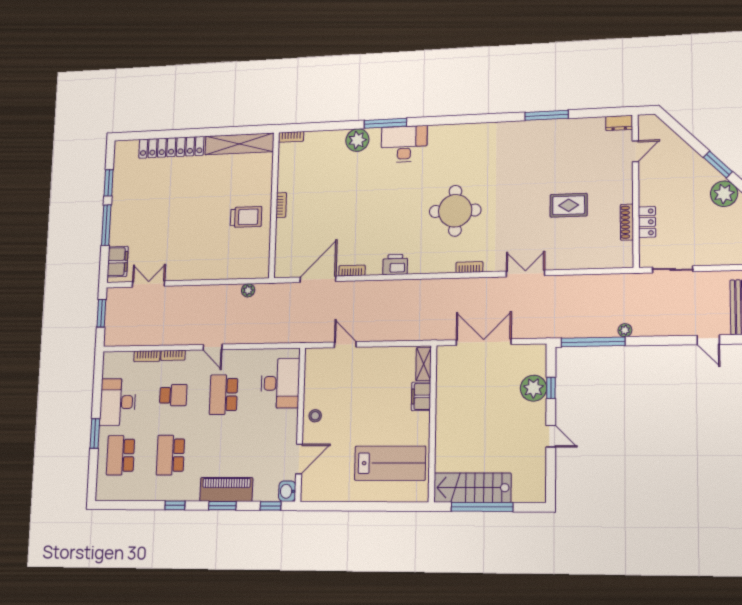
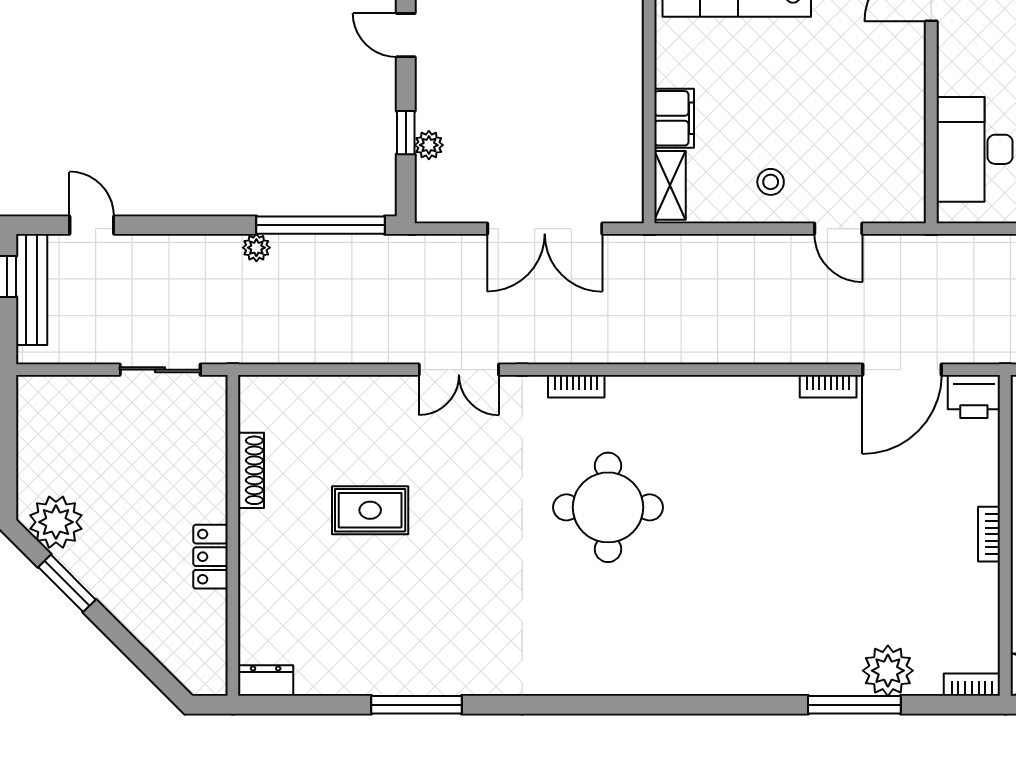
window: (385, 123) -> (854, 705), moved
plant: (357, 140) -> (888, 671), moved
desk: (404, 144) -> (721, 657), removed
door: (635, 151) -> (233, 619), removed
locker: (647, 222) -> (211, 557), moved
printer: (395, 265) -> (974, 397), moved
plant: (533, 388) -> (429, 145), width x0.53, depth x0.53
stool: (315, 416) -> (771, 182), moved

